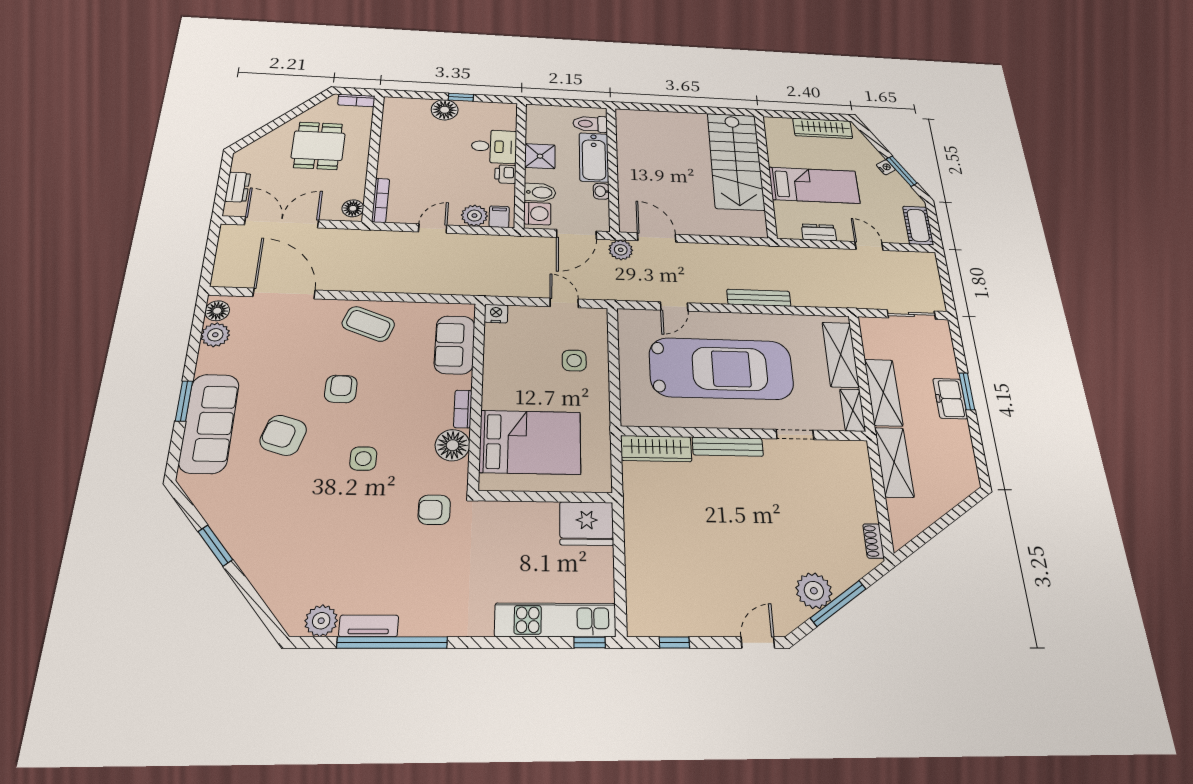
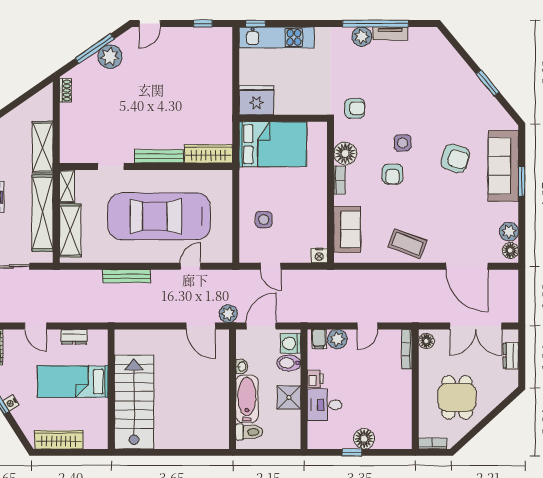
armchair: (341, 389) -> (392, 174), moved
shelving: (883, 392) -> (42, 213), width x1.47
bed: (530, 442) -> (273, 144), moved, turned 180
plant: (321, 621) -> (362, 37), moved

